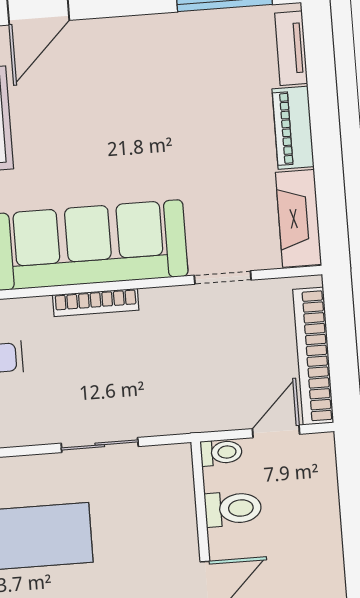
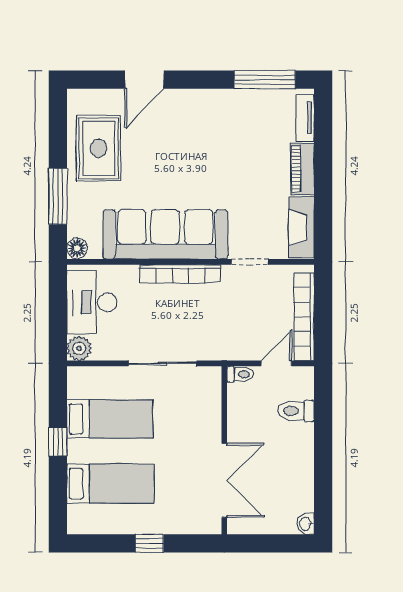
bookcase: (96, 303) -> (180, 274), width x1.48, depth x1.31
sliding door: (100, 445) -> (162, 363), width x1.37
toilet: (233, 509) -> (296, 411), moved, turned 180

